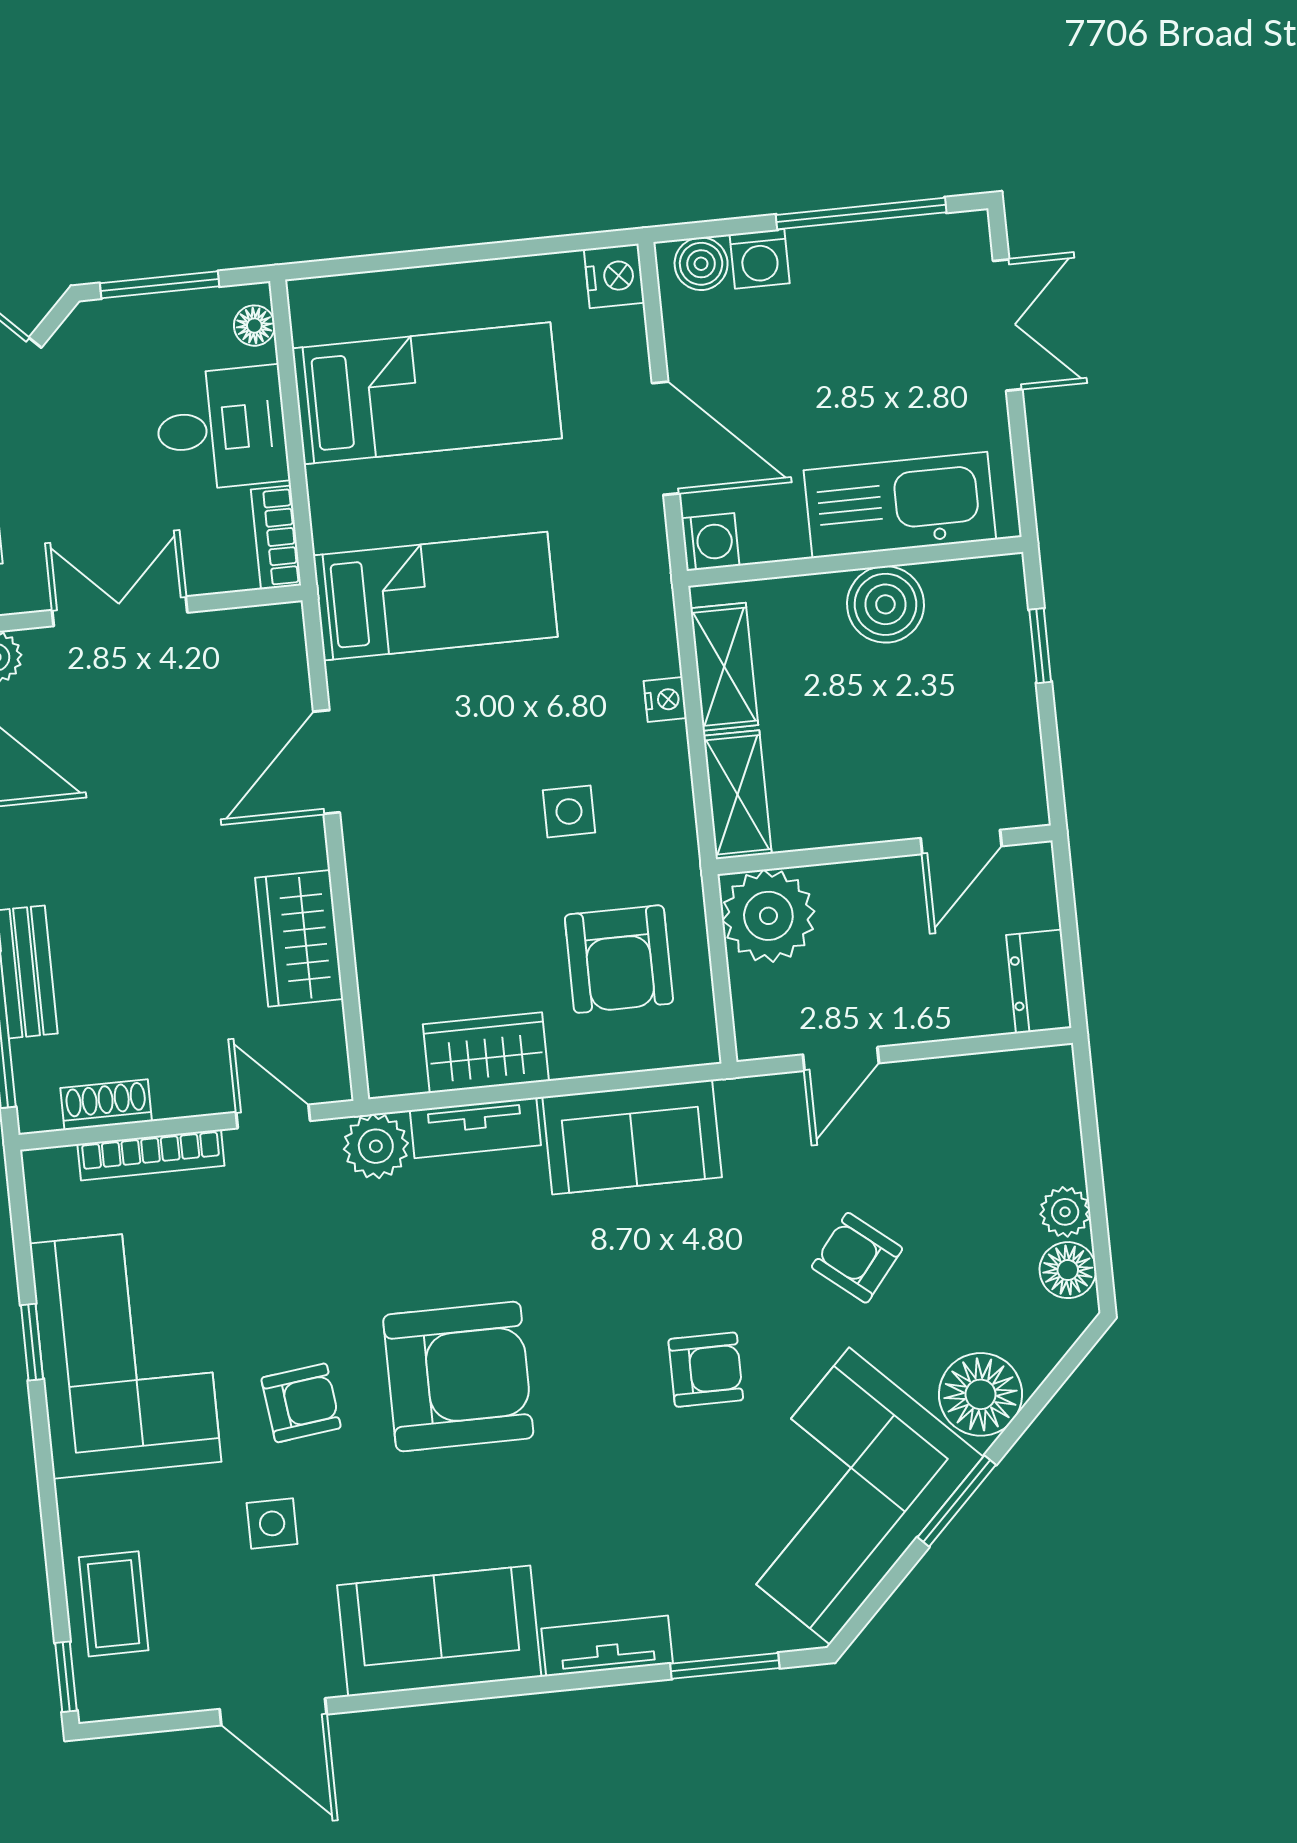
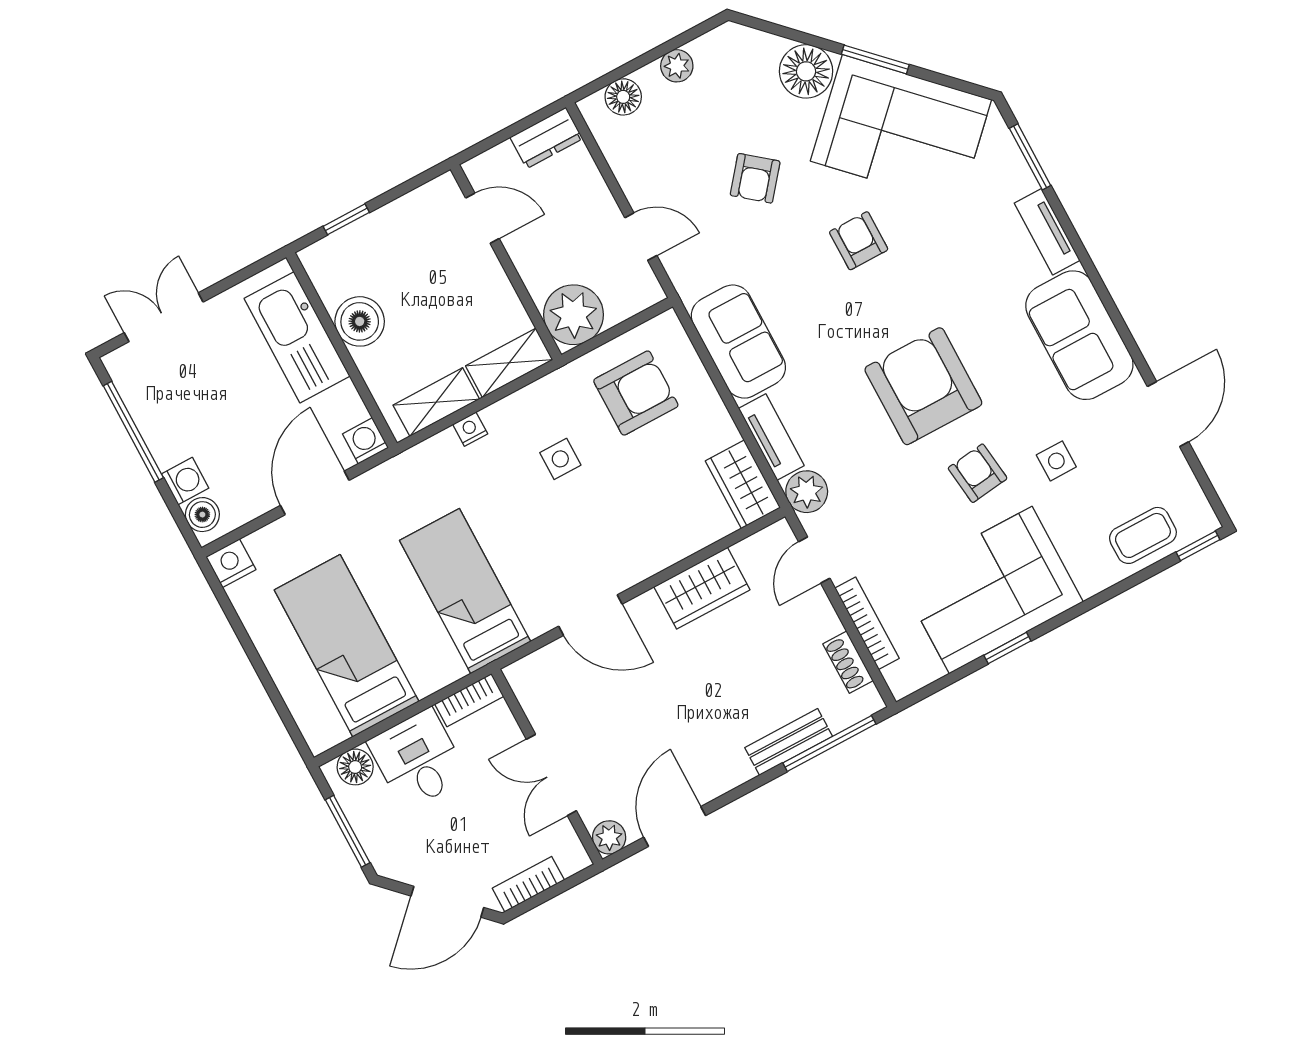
floor lamp: (254, 326) -> (355, 767), width x1.37, depth x1.37
wardrobe: (486, 1053) -> (743, 484), moved
floor lamp: (1068, 1270) -> (623, 97), moved

